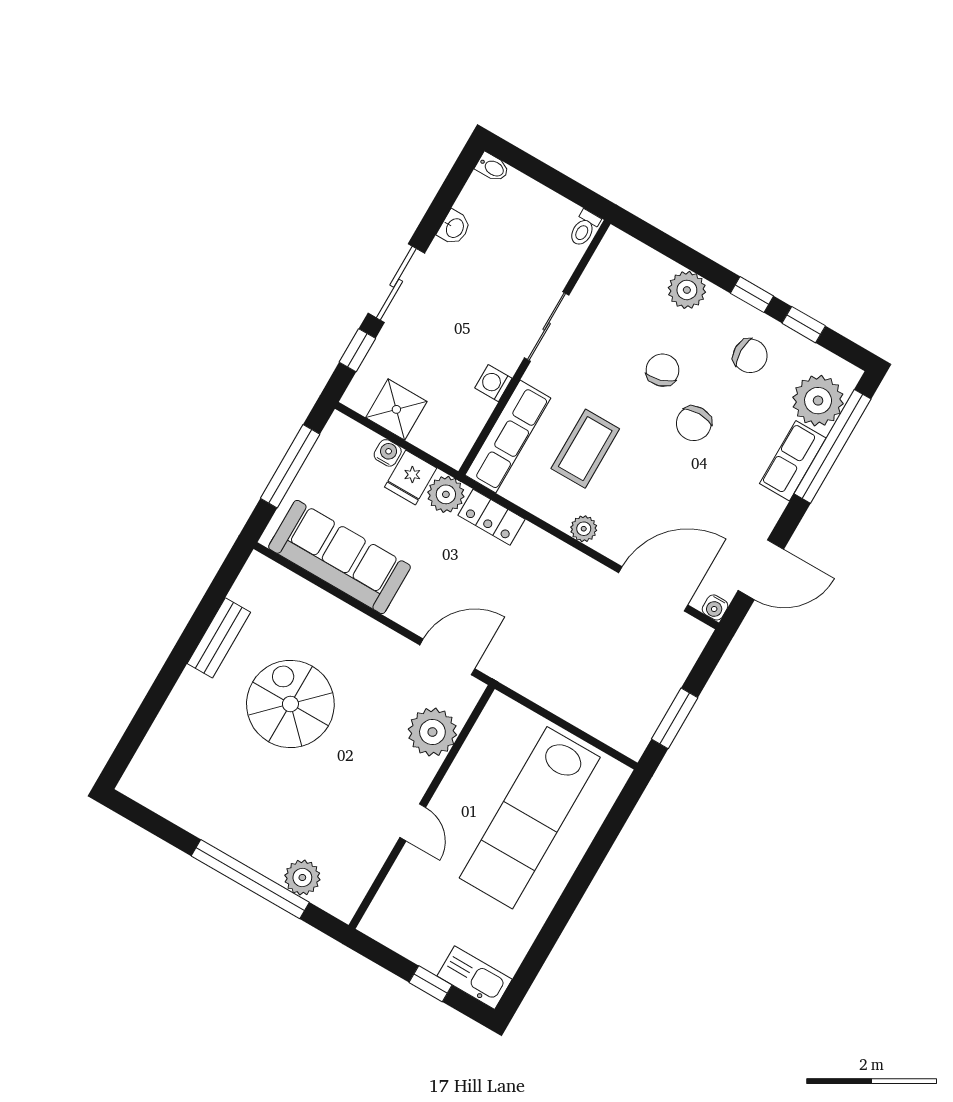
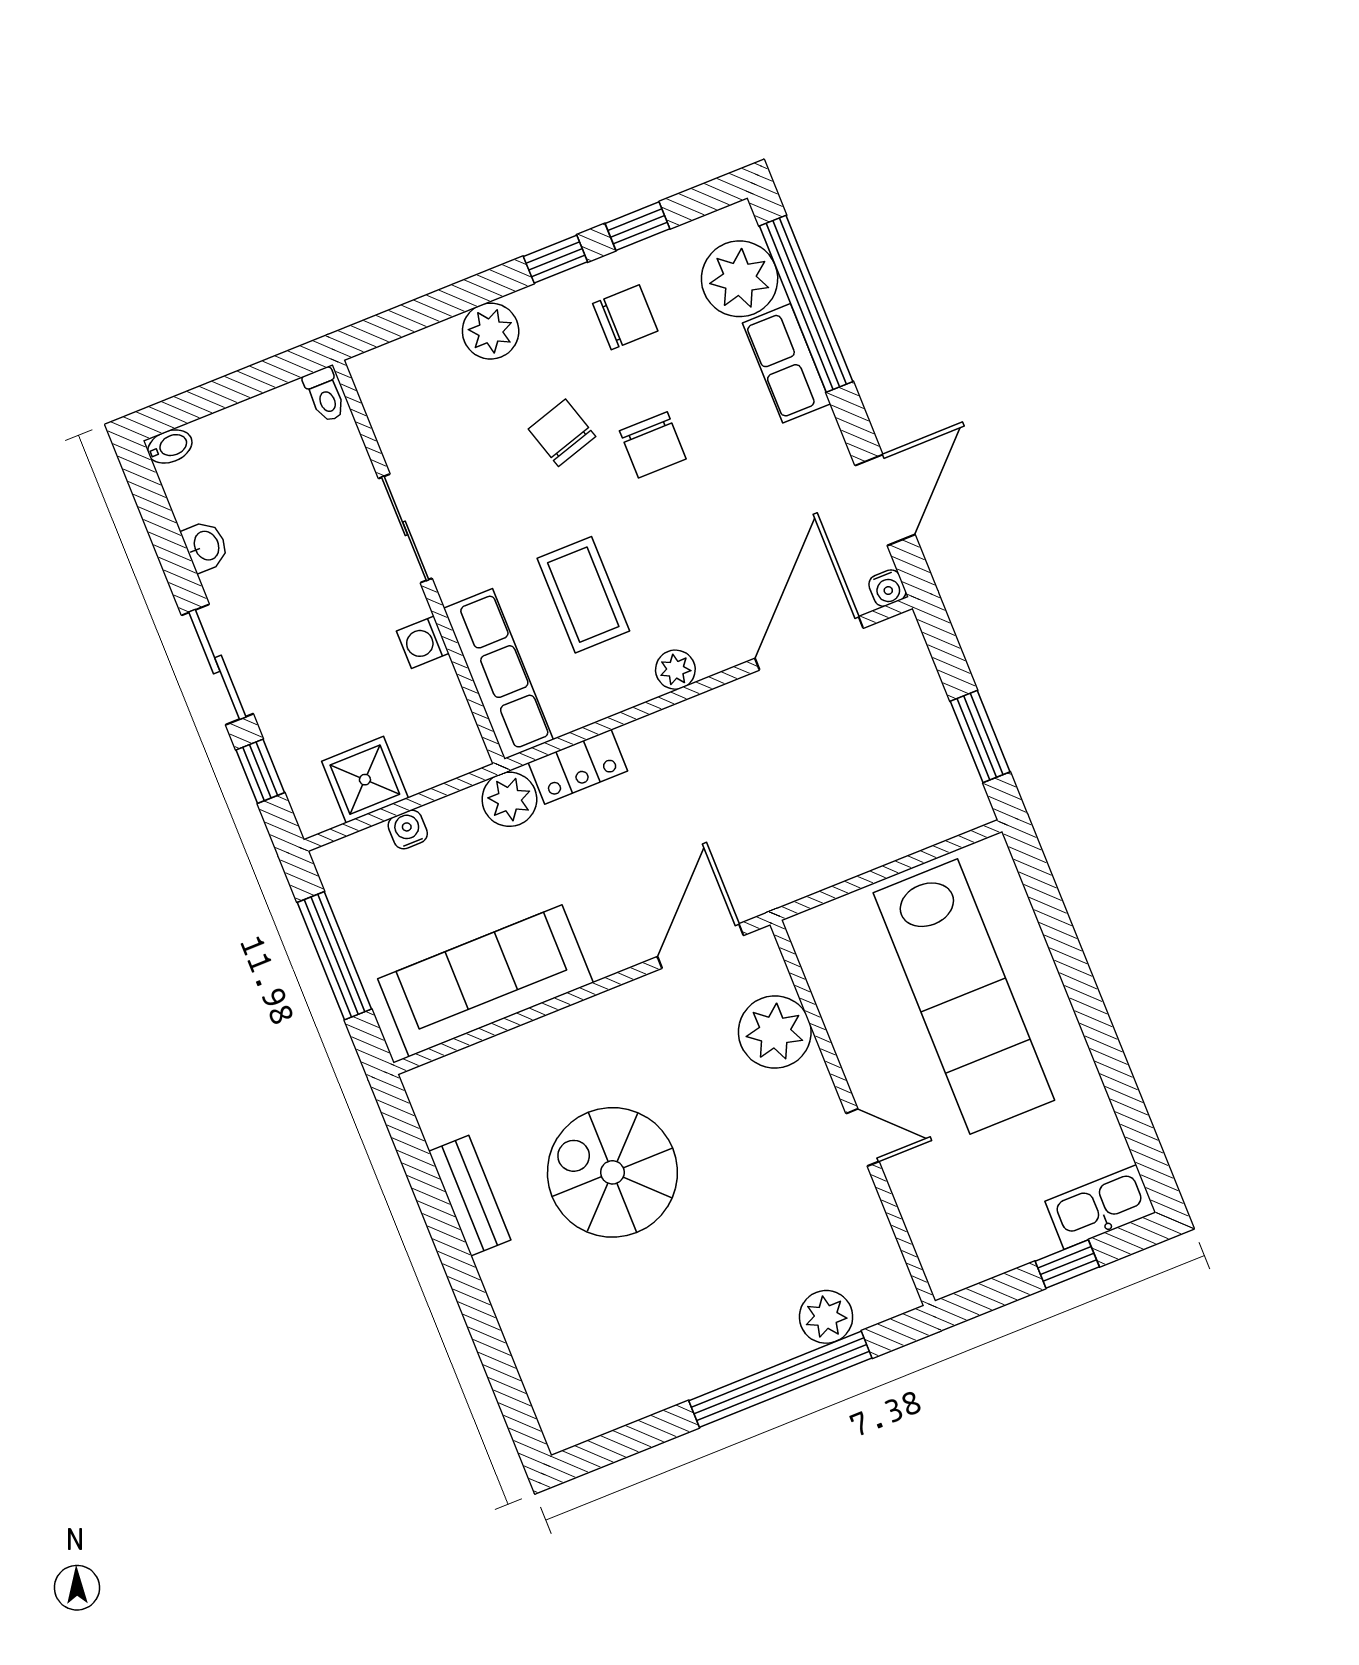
fridge: (411, 478) -> (458, 825), removed

